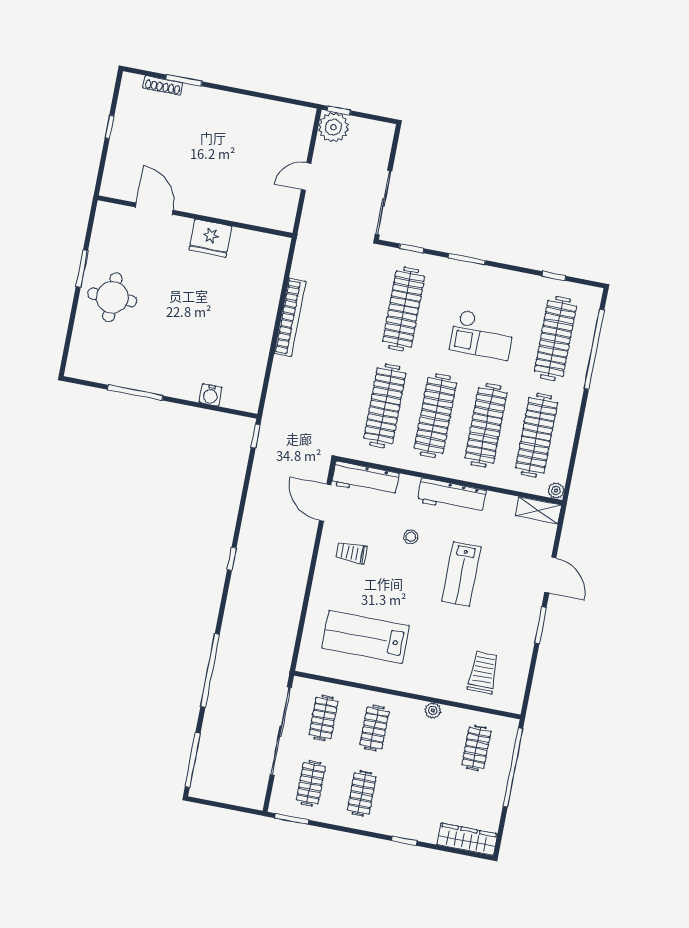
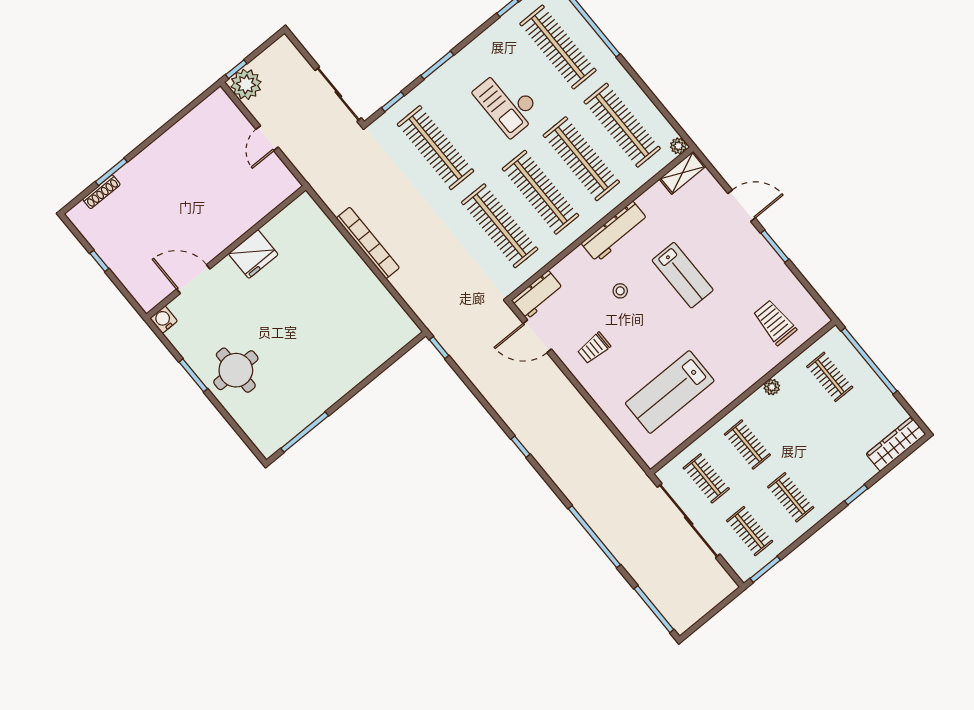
checkout: (482, 335) -> (507, 103), turned 90
window: (135, 393) -> (305, 432), moved
water cooler: (211, 395) -> (164, 320), moved, turned 180
workbench: (365, 479) -> (538, 295), width x0.73

